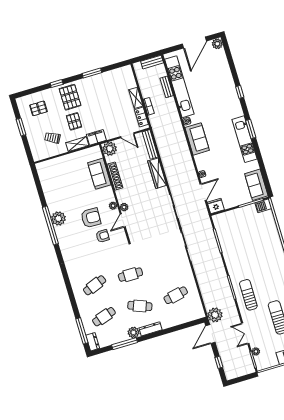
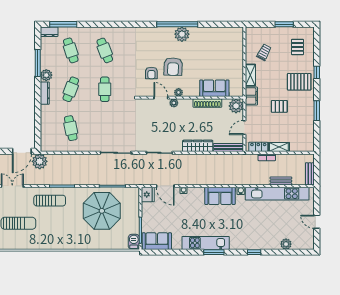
door: (194, 42) -> (317, 222), width x0.53
plant: (217, 44) -> (286, 244), moved
pallet: (74, 121) -> (279, 106), moved
parasol: (243, 244) -> (102, 211), added
door: (210, 334) -> (22, 151), swing flipped

